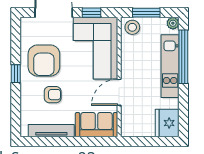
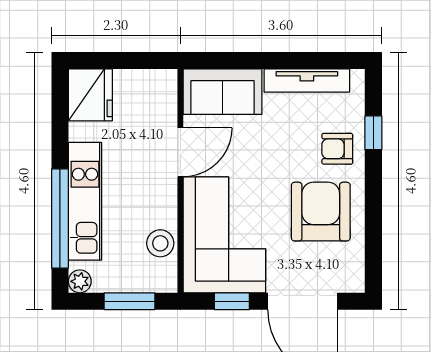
stool: (132, 27) -> (160, 243), moved
window: (16, 74) -> (373, 133), moved
armchair: (53, 95) -> (337, 149), moved

